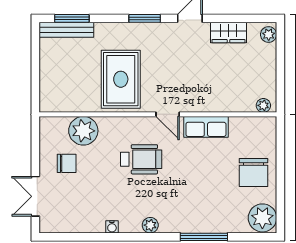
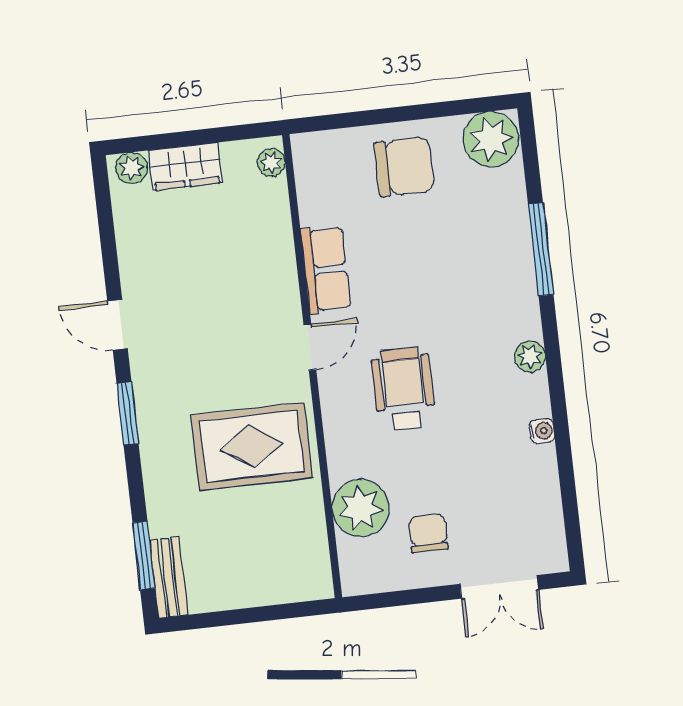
bench: (66, 30) -> (169, 578), width x0.73
wardrobe: (228, 32) -> (185, 166), moved, turned 90

